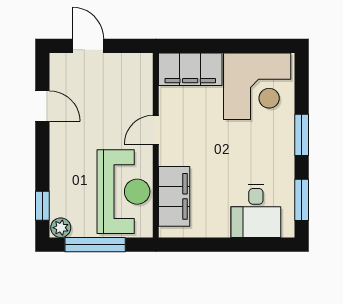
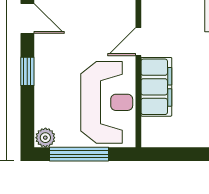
filing cabinet: (174, 196) -> (156, 87), moved
window: (42, 206) -> (27, 71), moved

